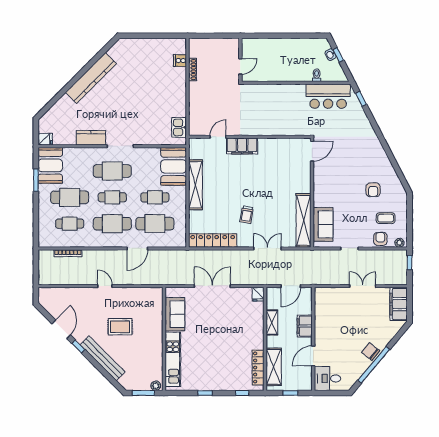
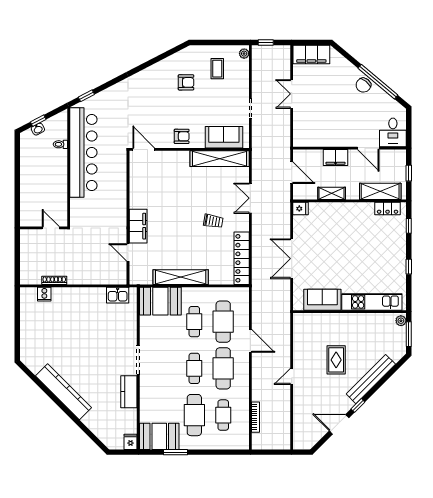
bar counter: (328, 96) -> (83, 152), width x1.86
cafe table: (112, 171) -> (165, 368), removed
armchair: (380, 239) -> (182, 136), moved, turned 180
locker: (258, 368) -> (388, 209), width x0.66

